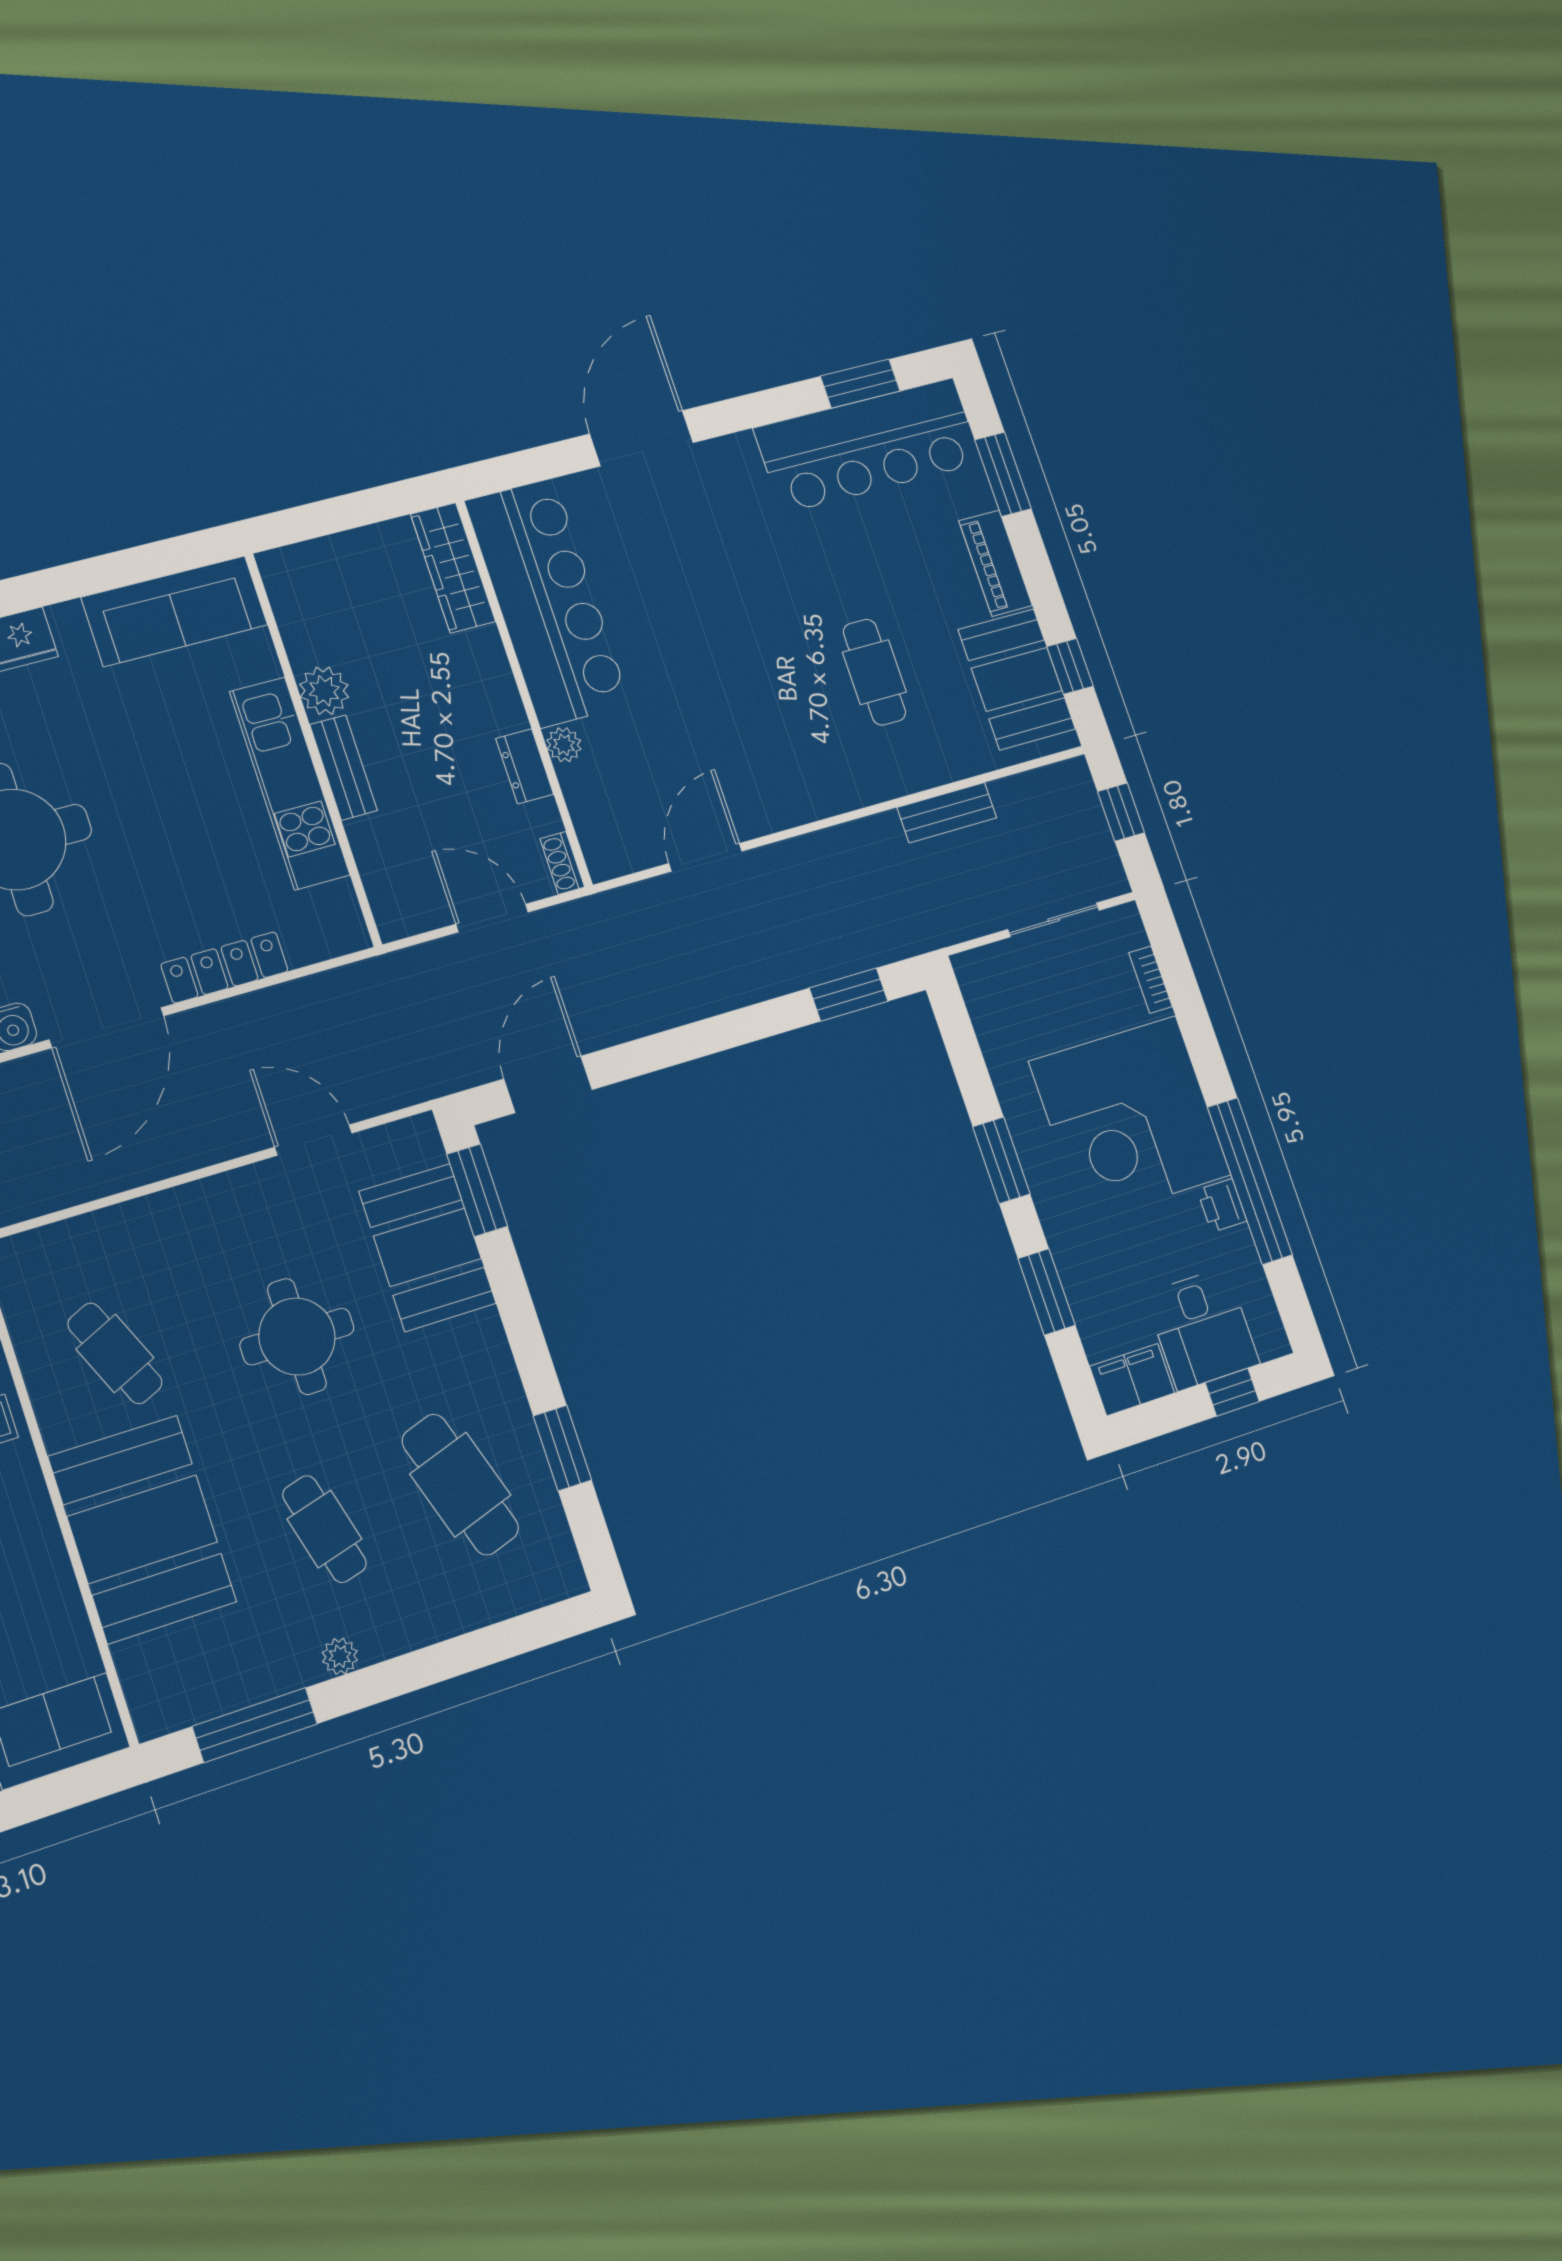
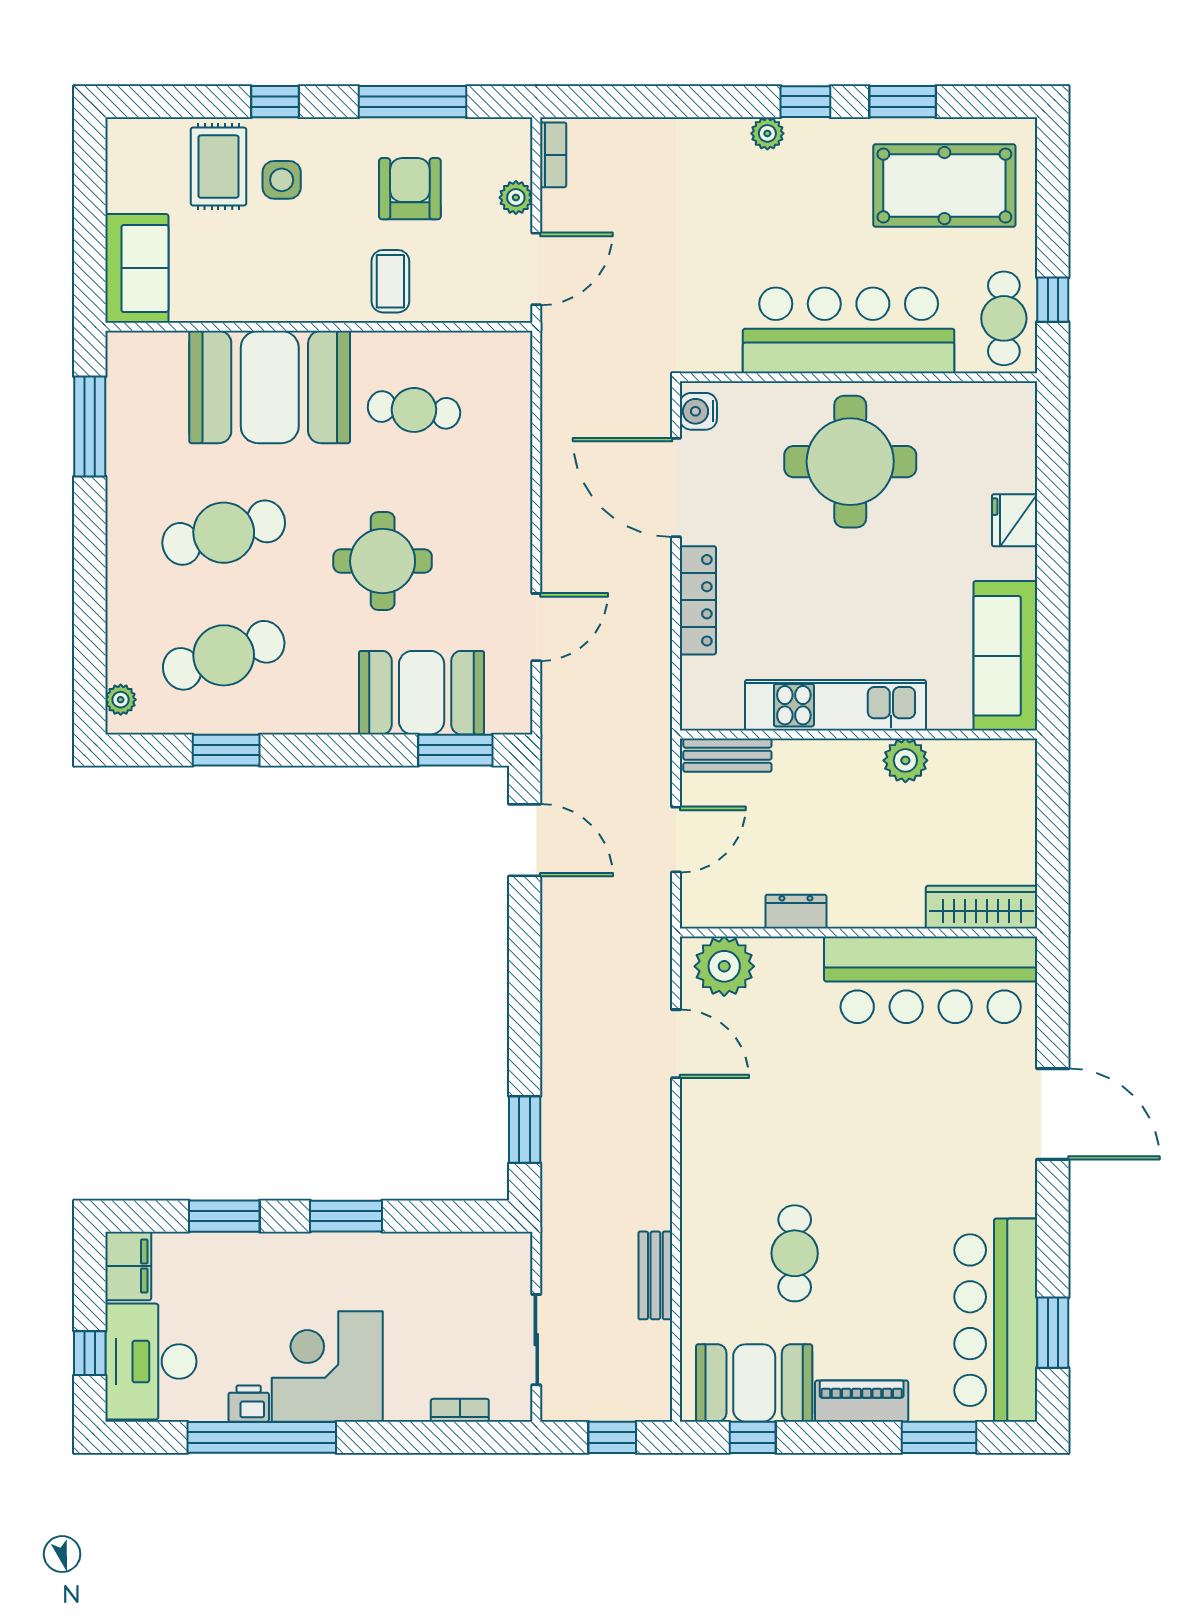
cafe table: (874, 672) -> (795, 1253), turned 90
plant: (564, 745) -> (724, 966), moved, width x1.87, depth x1.87
bench: (343, 768) -> (727, 755), moved
shoe rack: (562, 863) -> (706, 916), removed
corner desk: (1130, 1118) -> (327, 1367), width x0.74, depth x0.74
desk: (1202, 1329) -> (151, 1361), width x1.37
cafe table: (115, 1353) -> (414, 410), turned 30
cafe table: (324, 1529) -> (224, 533), width x1.37, depth x1.35
plant: (340, 1656) -> (121, 700), moved

